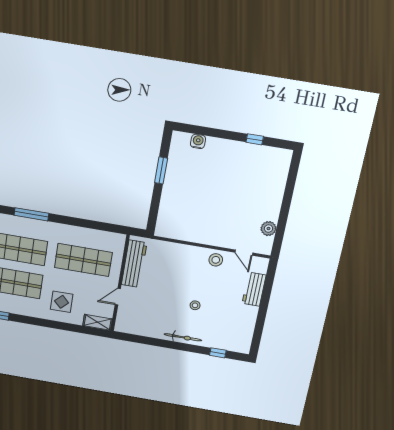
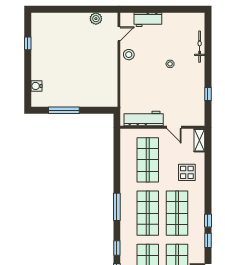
window: (161, 170) -> (64, 110), width x1.44
bicycle: (183, 337) -> (200, 47), moved
window: (218, 353) -> (208, 94), moved

